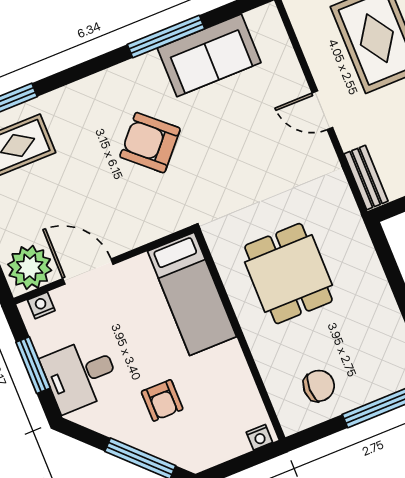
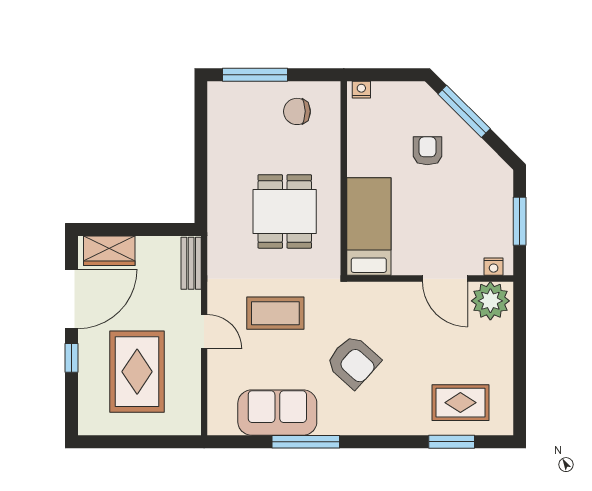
coffee table: (254, 161) -> (275, 313), added
desk: (81, 375) -> (485, 198), removed

